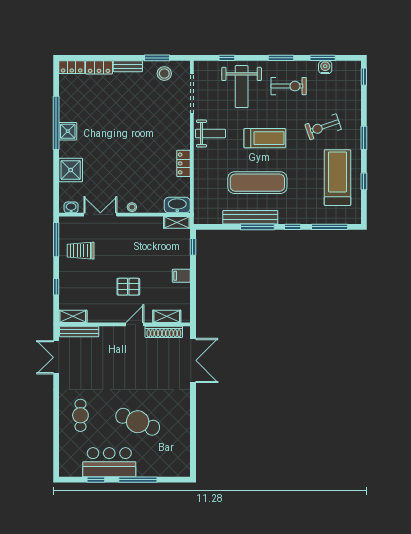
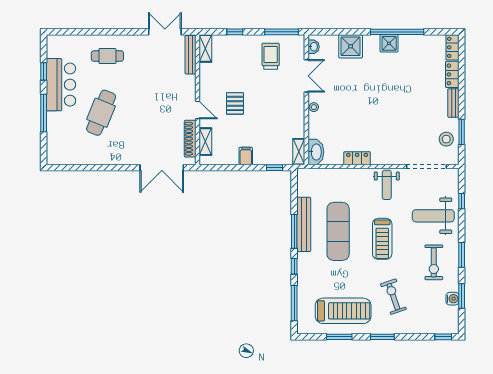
window: (364, 181) -> (339, 337), width x1.50

